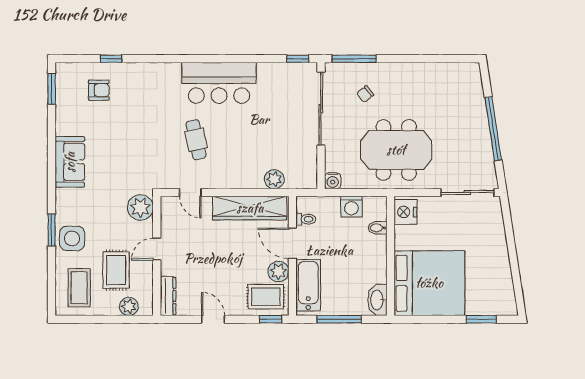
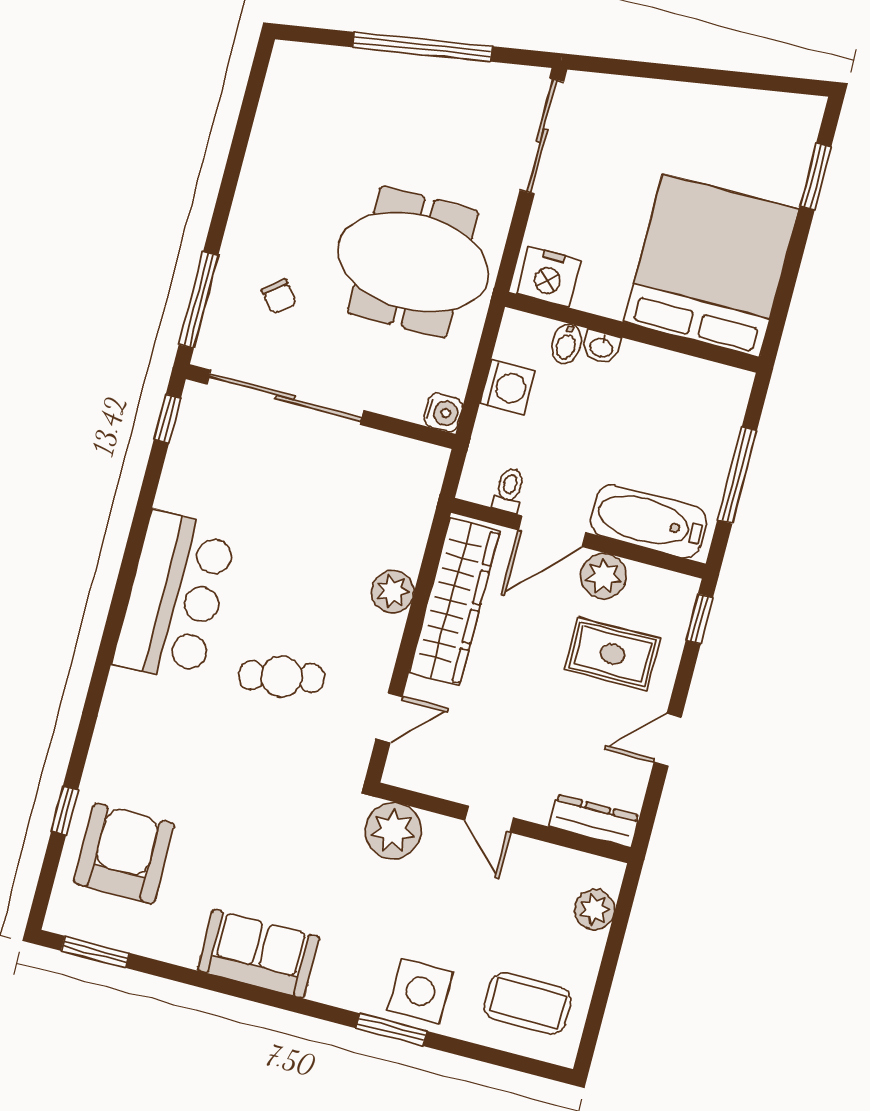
armchair: (99, 90) -> (124, 853), width x1.88, depth x1.88
meeting table: (396, 150) -> (413, 262), turned 90
plant: (274, 179) -> (393, 592), moved
rug: (116, 270) -> (511, 916), removed
rug: (266, 297) -> (613, 654), moved, turned 90
washbasin: (377, 300) -> (602, 347), moved, width x0.52, depth x0.69

